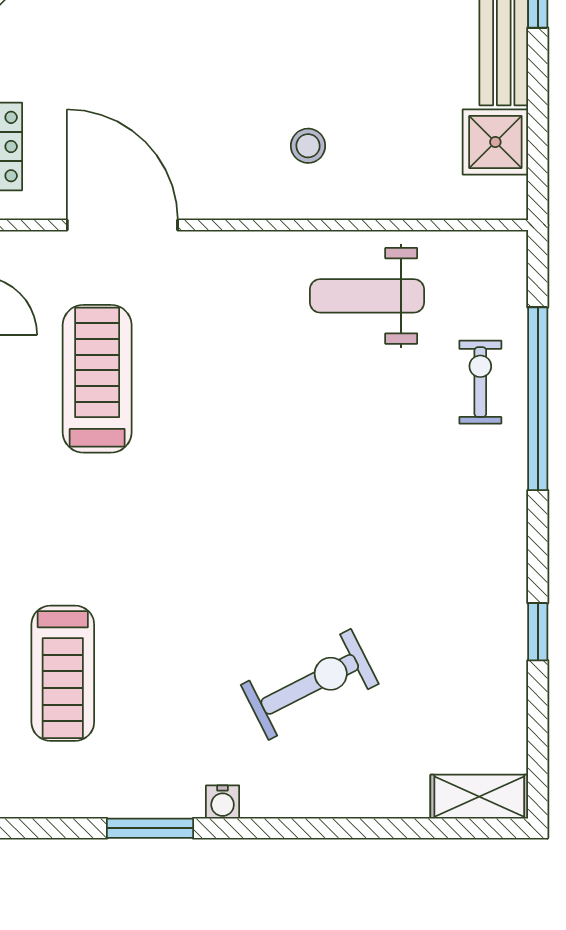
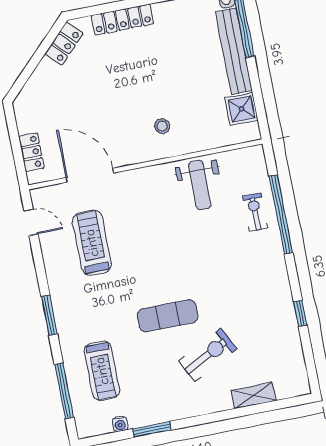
weight bench: (367, 296) -> (200, 185), turned -90
exercise mat: (236, 578) -> (168, 316), added
shelving: (479, 797) -> (254, 395), moved
water cooler: (223, 802) -> (120, 424), moved

